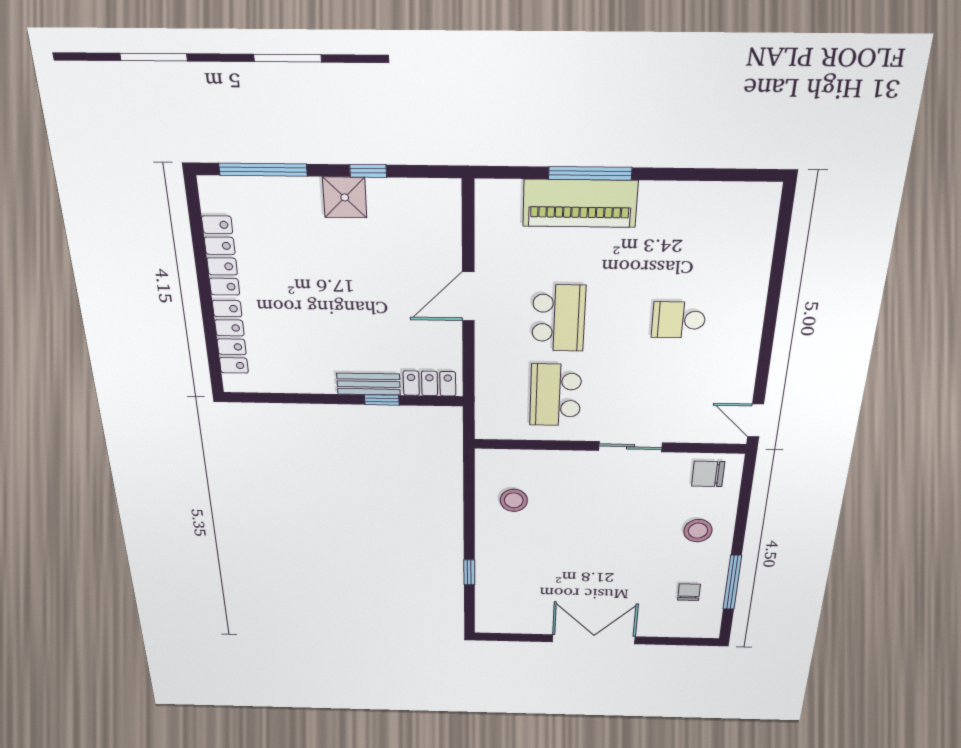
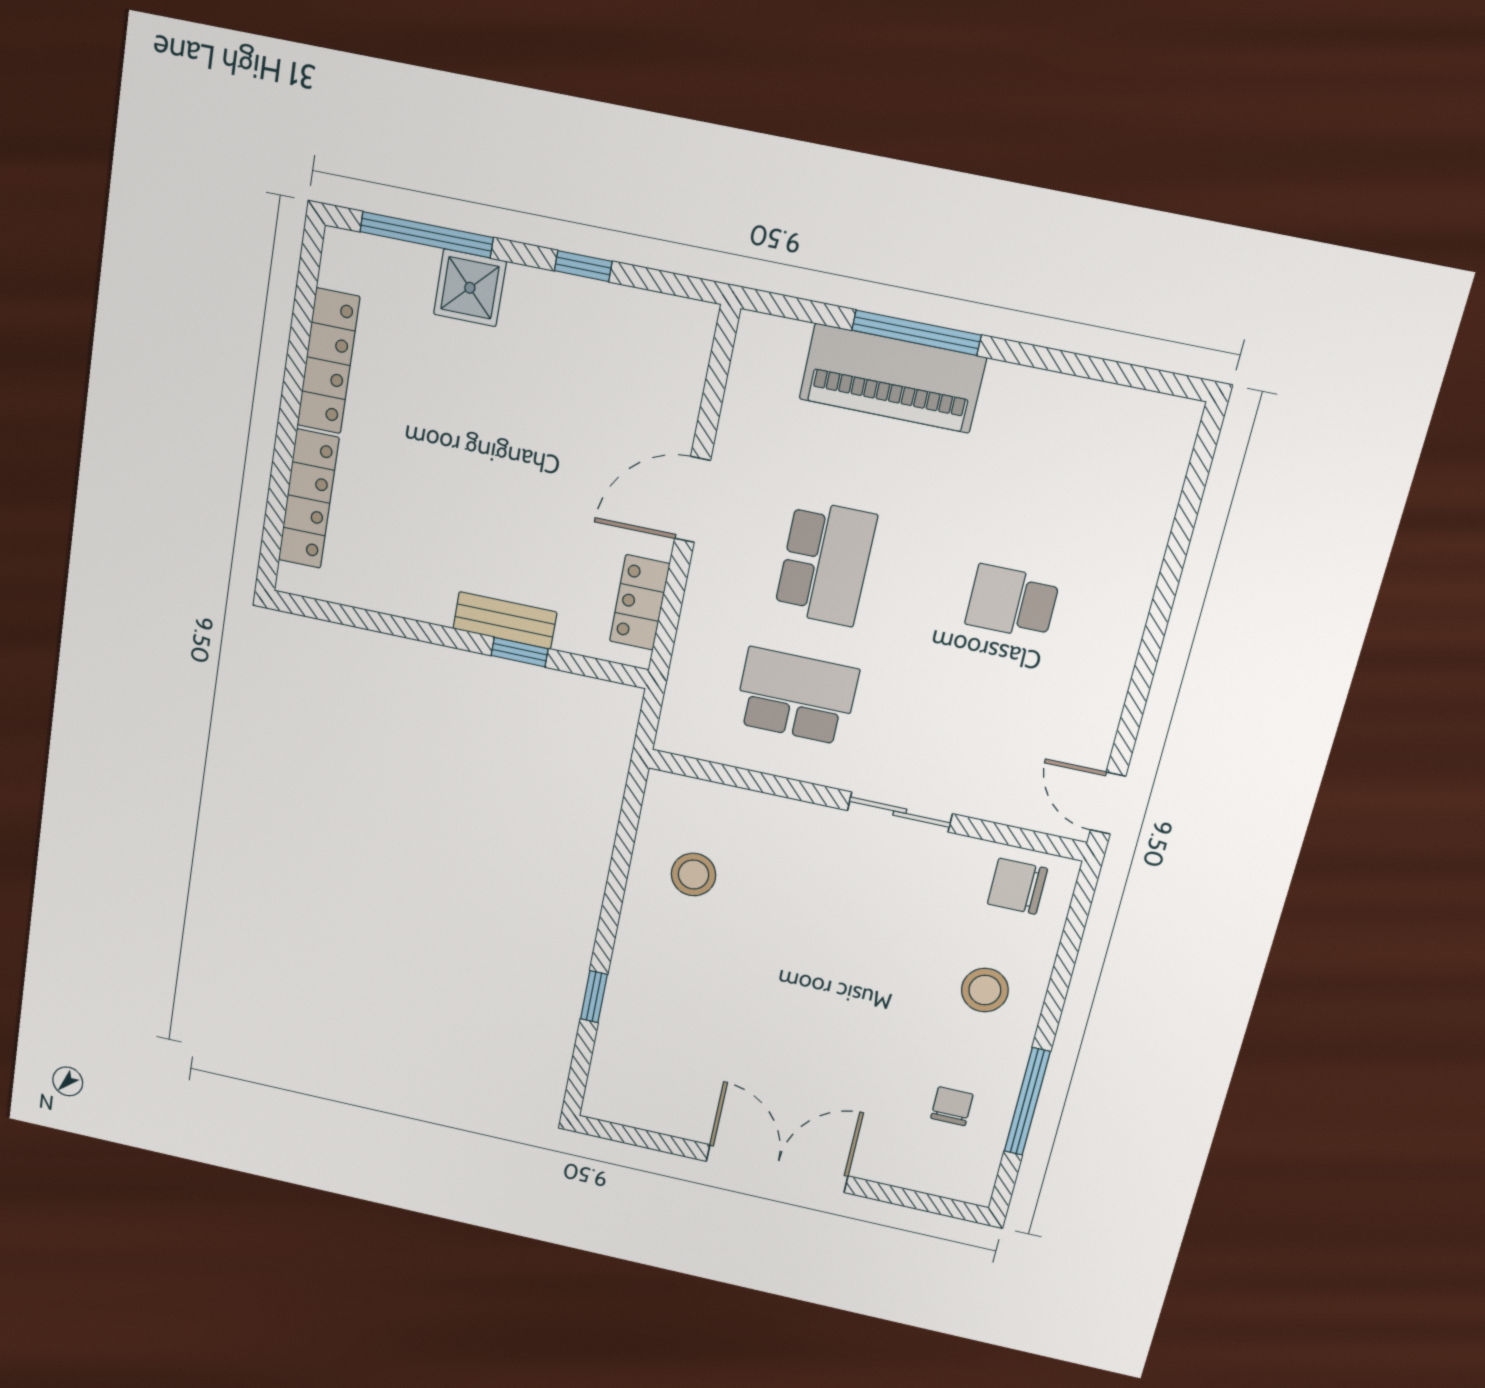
shower: (345, 197) -> (470, 288), moved
locker: (430, 383) -> (640, 602), moved, turned -90
school desk: (555, 395) -> (796, 696), turned 90

